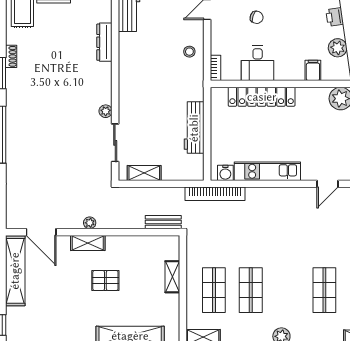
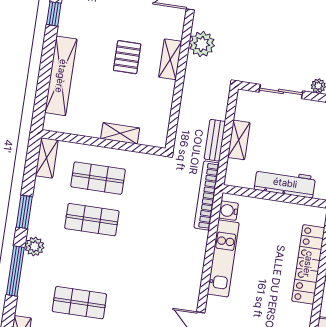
shelving: (144, 173) -> (239, 140), moved
bench: (163, 222) -> (215, 140), moved
plant: (90, 223) -> (202, 44), width x1.88, depth x1.88
shelving: (88, 243) -> (170, 59), moved

